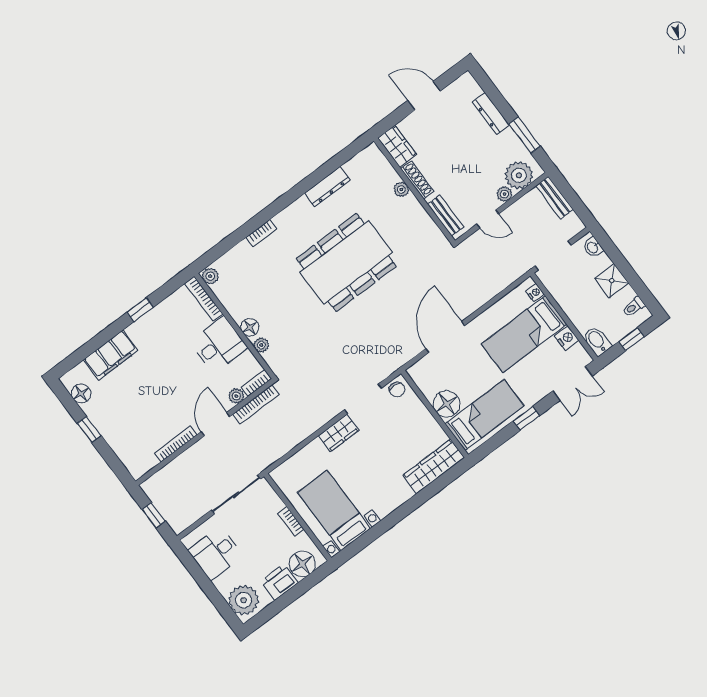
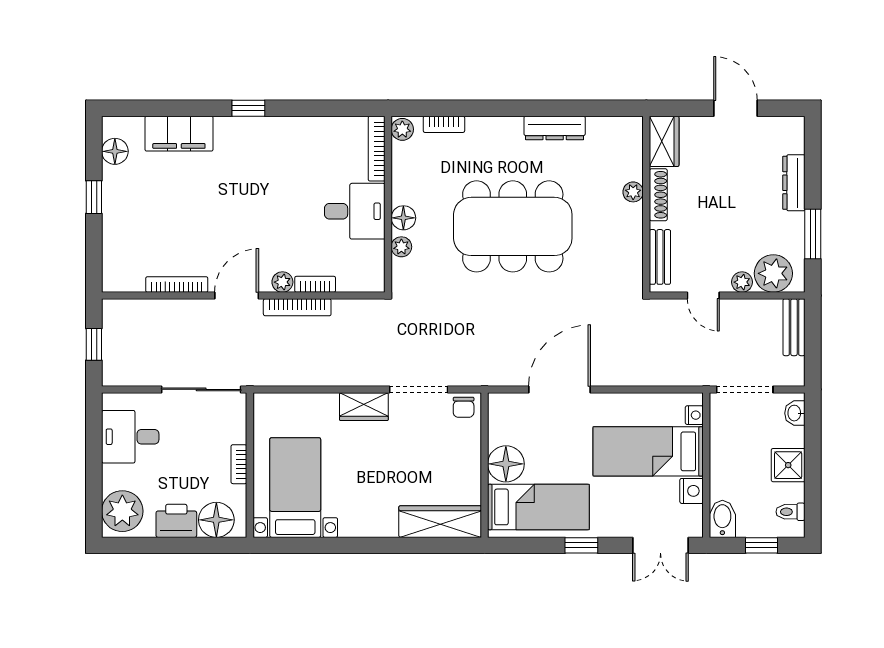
plant: (210, 276) -> (402, 129), moved
bookcase: (204, 299) -> (377, 149), moved
wall: (235, 326) -> (388, 204), moved
floor lamp: (250, 327) -> (403, 218), moved
desk: (219, 345) -> (355, 211), moved
plant: (261, 345) -> (401, 247), moved

